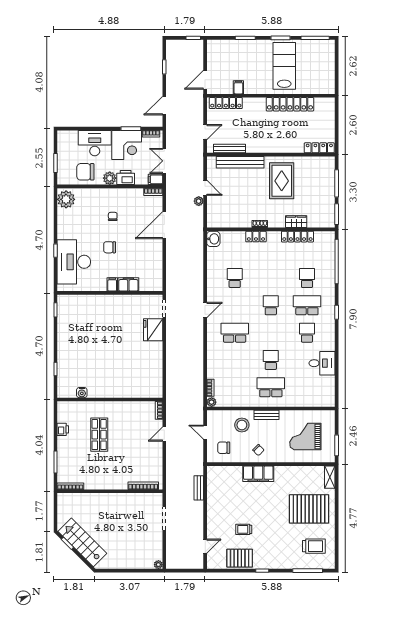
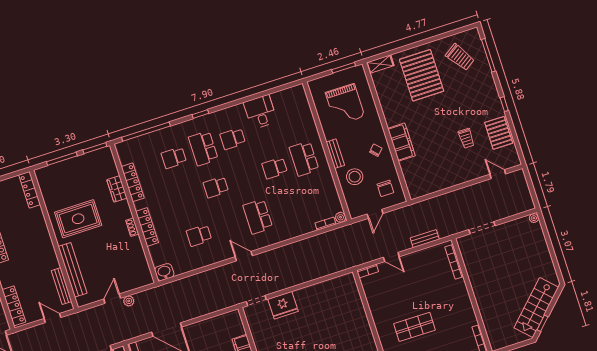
locker: (256, 237) -> (147, 227), width x1.53
bench: (199, 488) -> (425, 239), moved
trolley: (314, 546) -> (460, 57), turned 146

